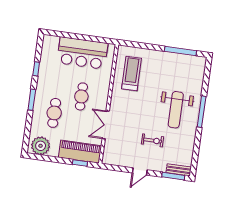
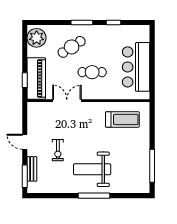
cafe table: (54, 113) -> (72, 47), turned -33
bench: (179, 170) -> (32, 169), moved

